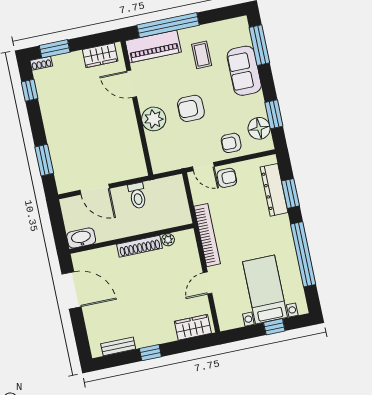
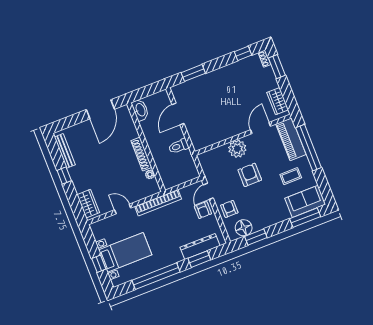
sofa: (244, 71) -> (305, 201), moved
bench: (118, 346) -> (65, 151), width x1.36

